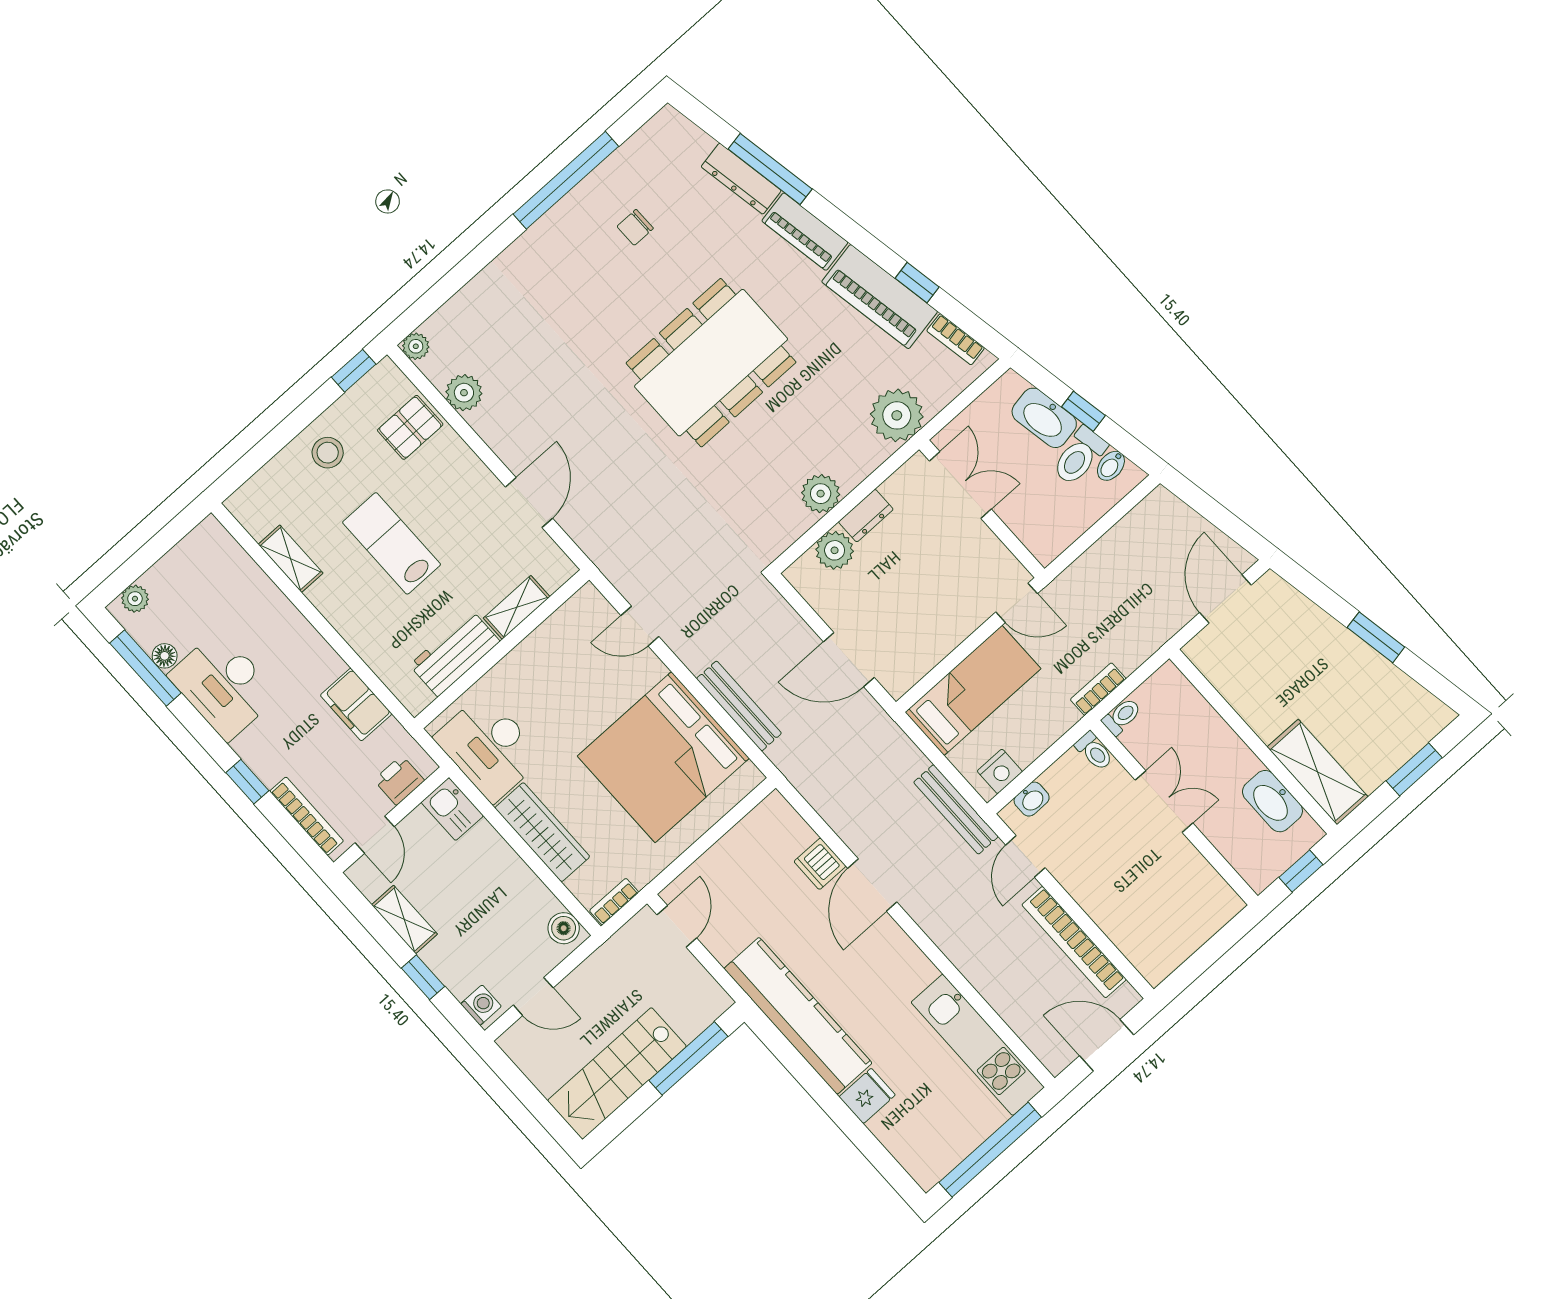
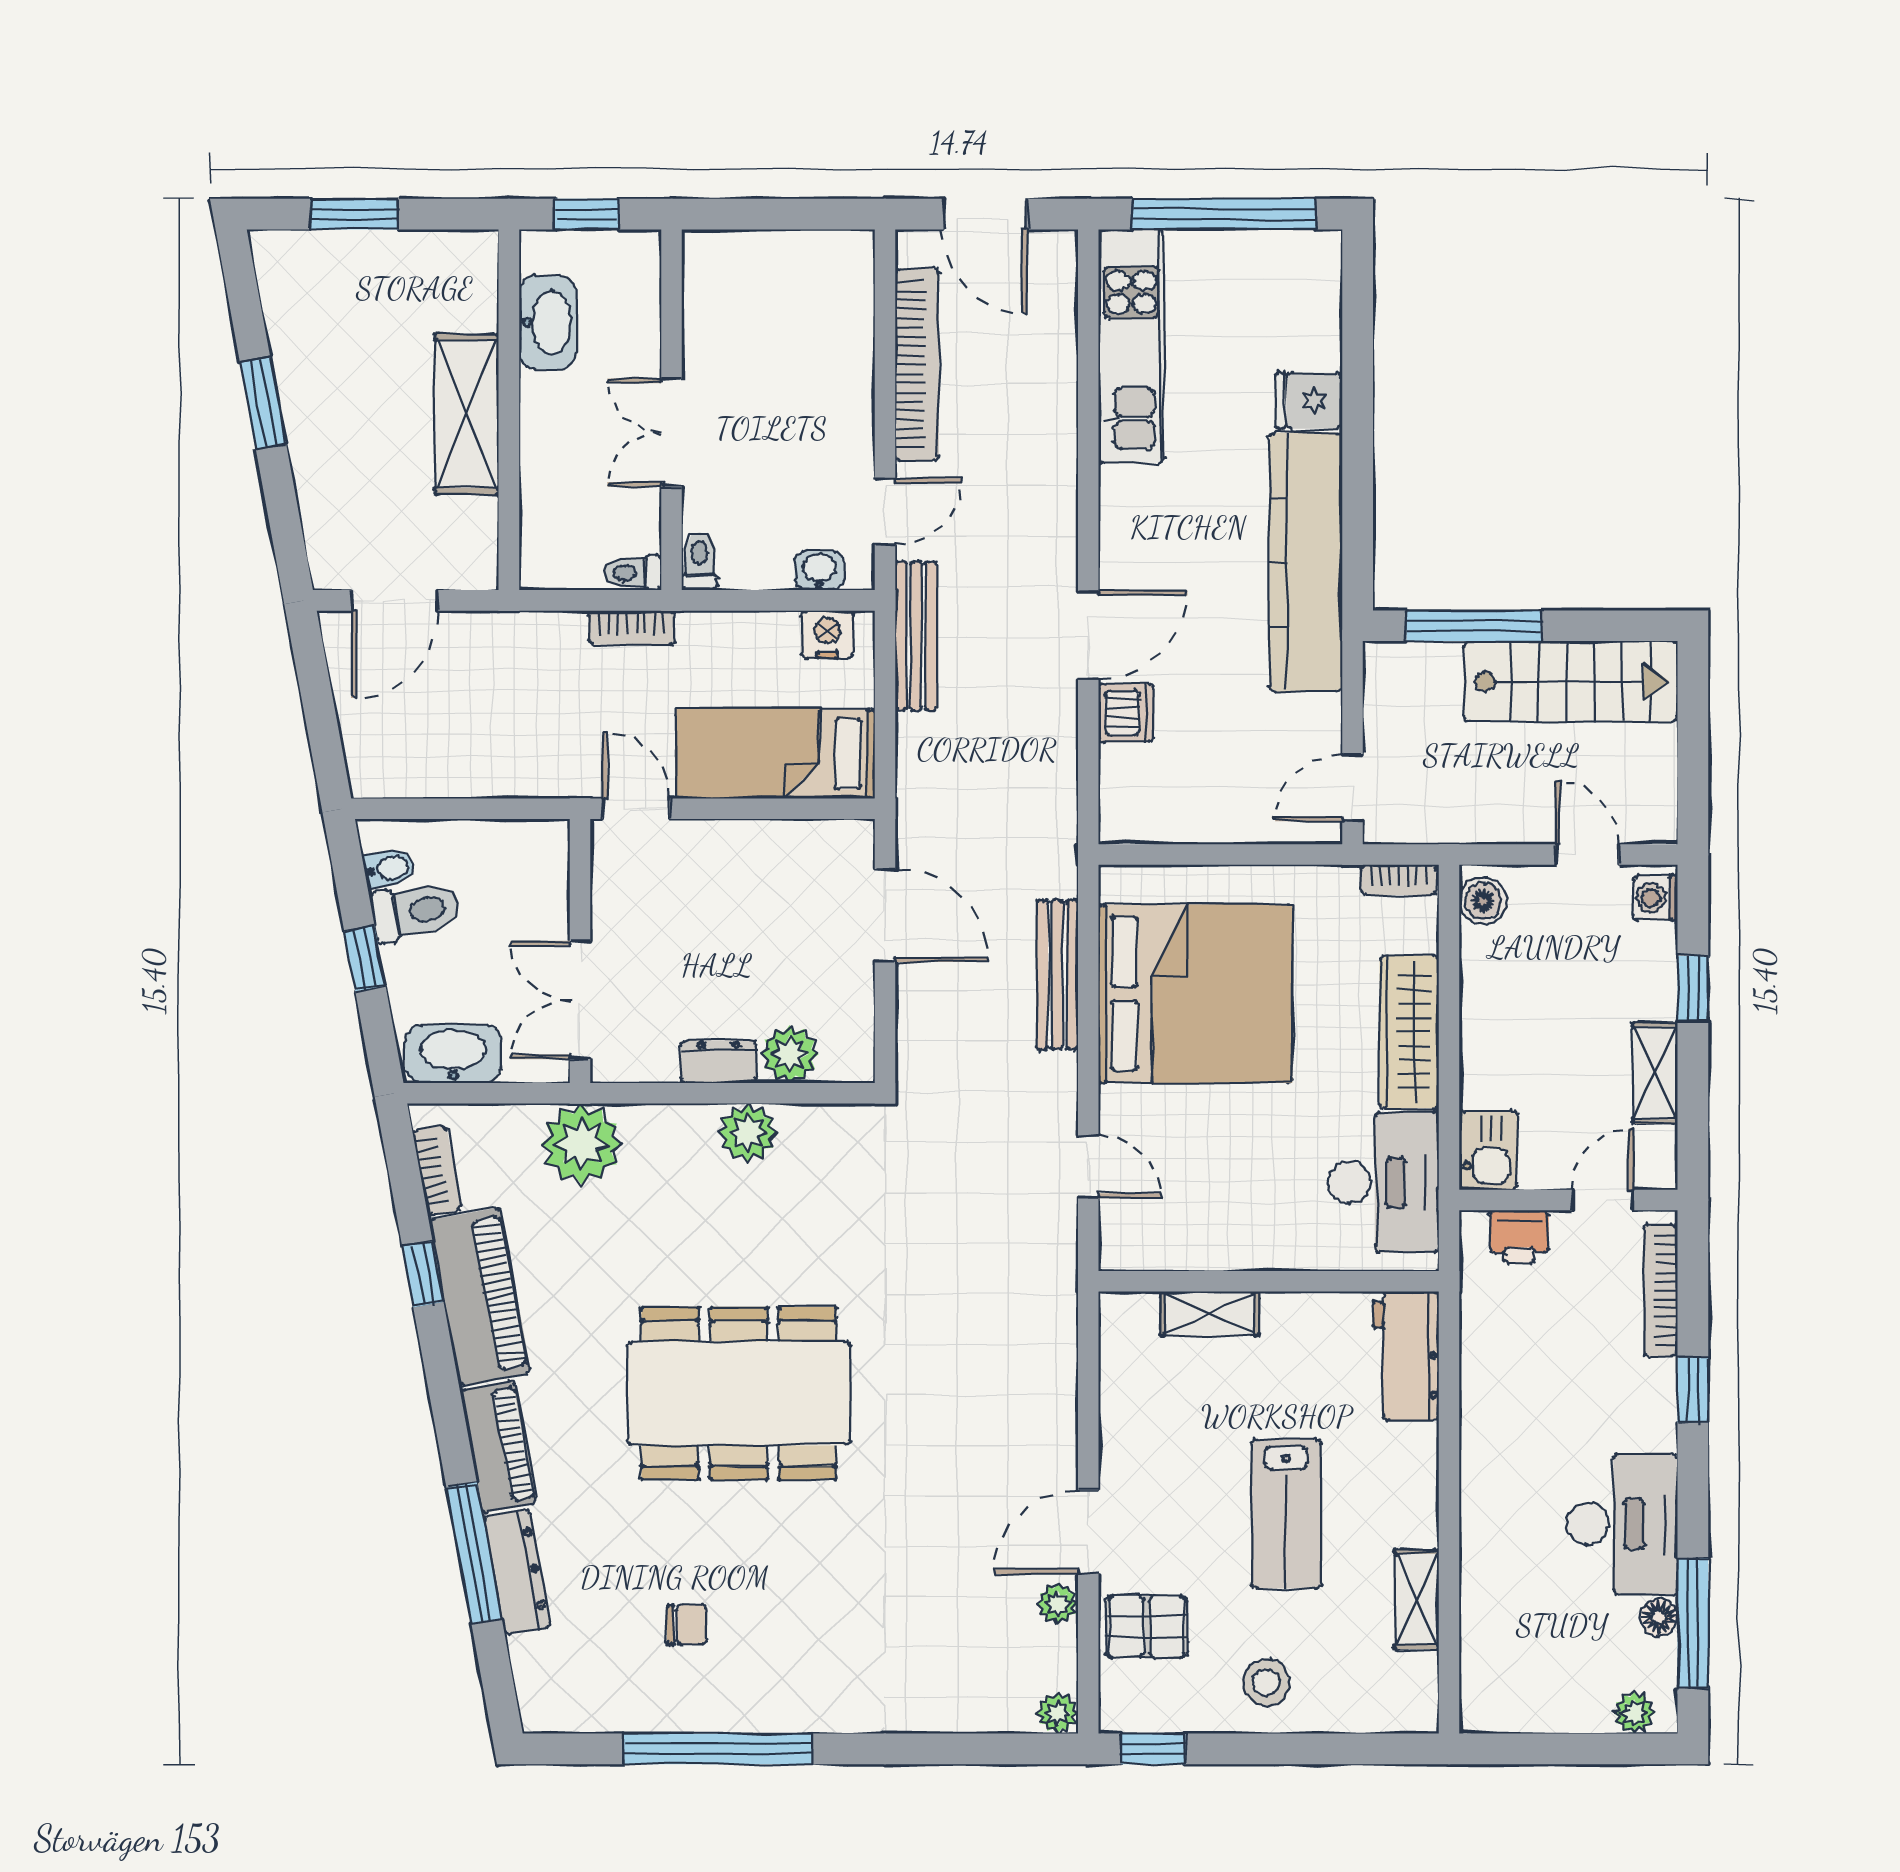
plant: (464, 393) -> (1058, 1604), width x0.73, depth x0.73
washbasin: (1044, 418) -> (453, 1054), moved, turned -80
door: (529, 503) -> (1088, 1532), moved
workbench: (455, 653) -> (1406, 1356), moved, turned 90
filing cabinet: (356, 705) -> (1491, 1367), removed
shelving: (1318, 772) -> (467, 414), moved

